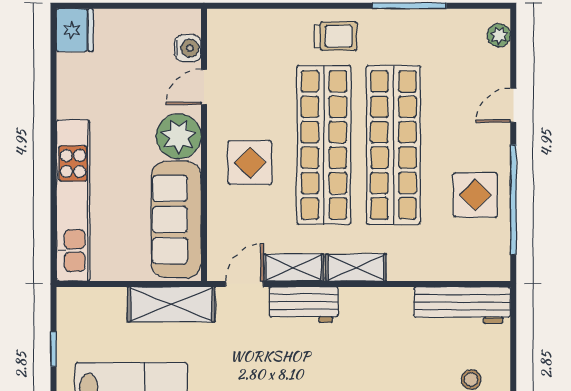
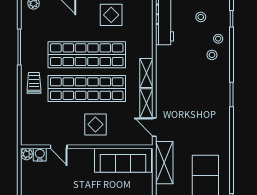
plant: (179, 136) -> (26, 154), moved, width x0.53, depth x0.53
workbench: (304, 305) -> (164, 98), removed

